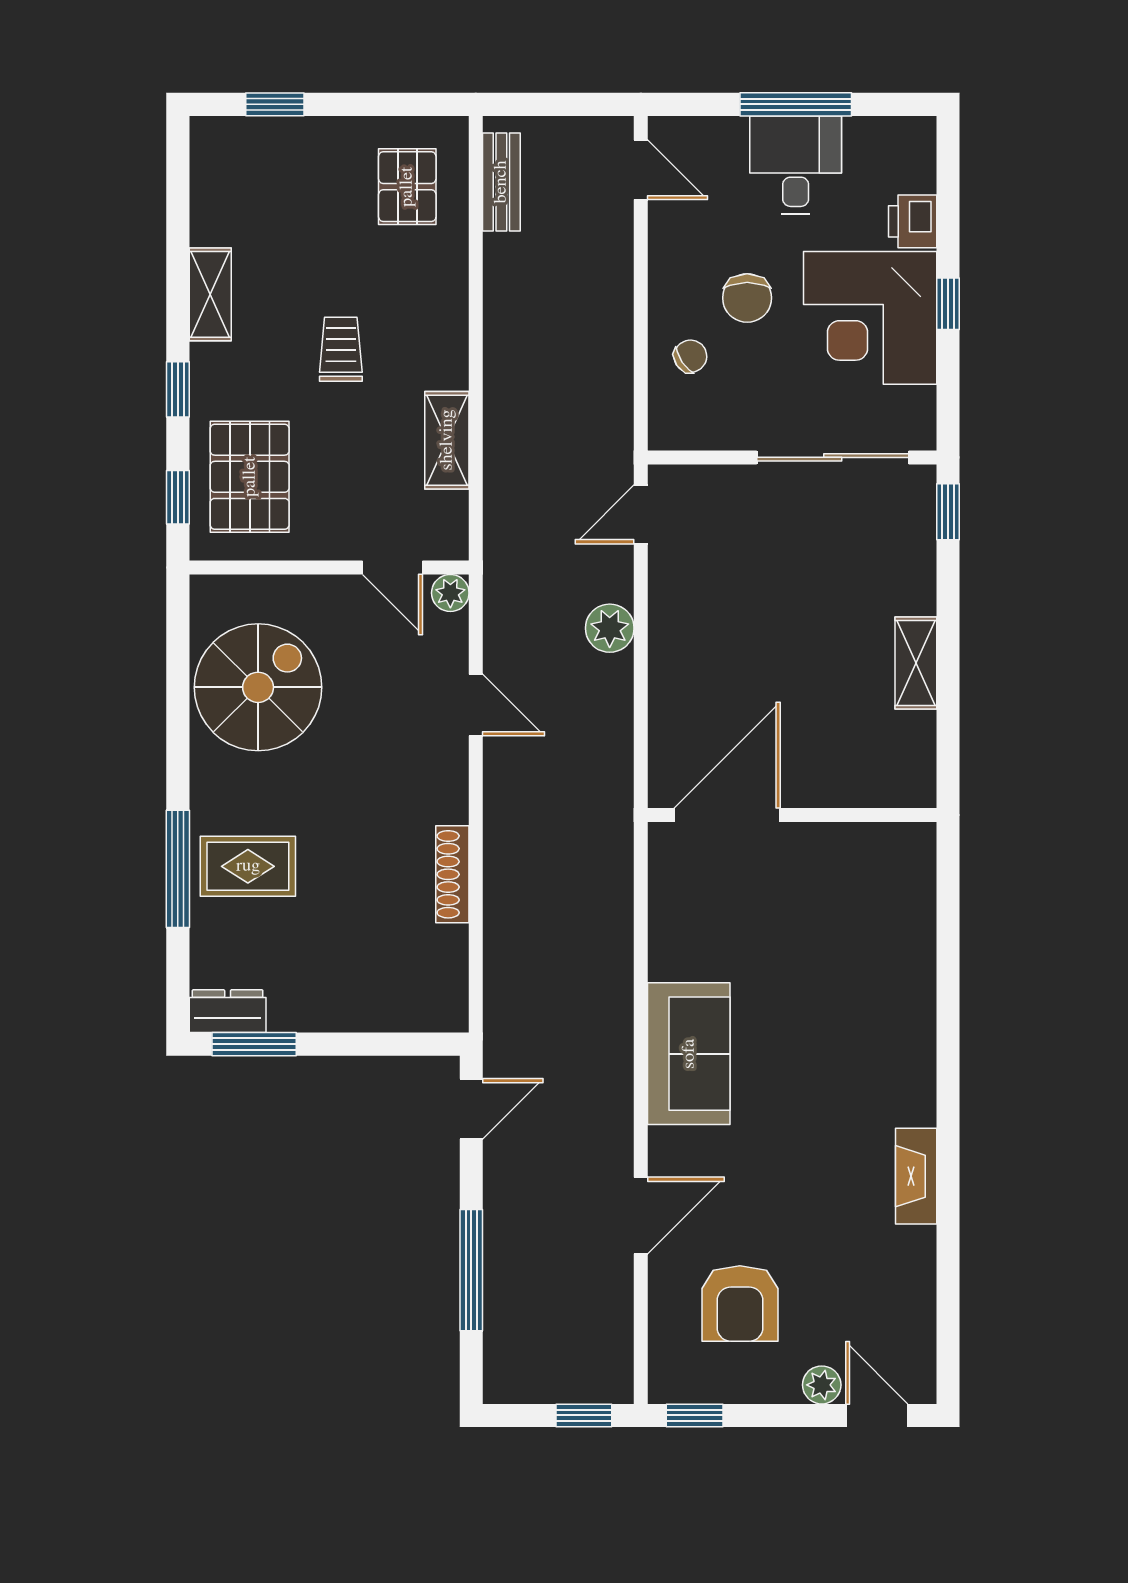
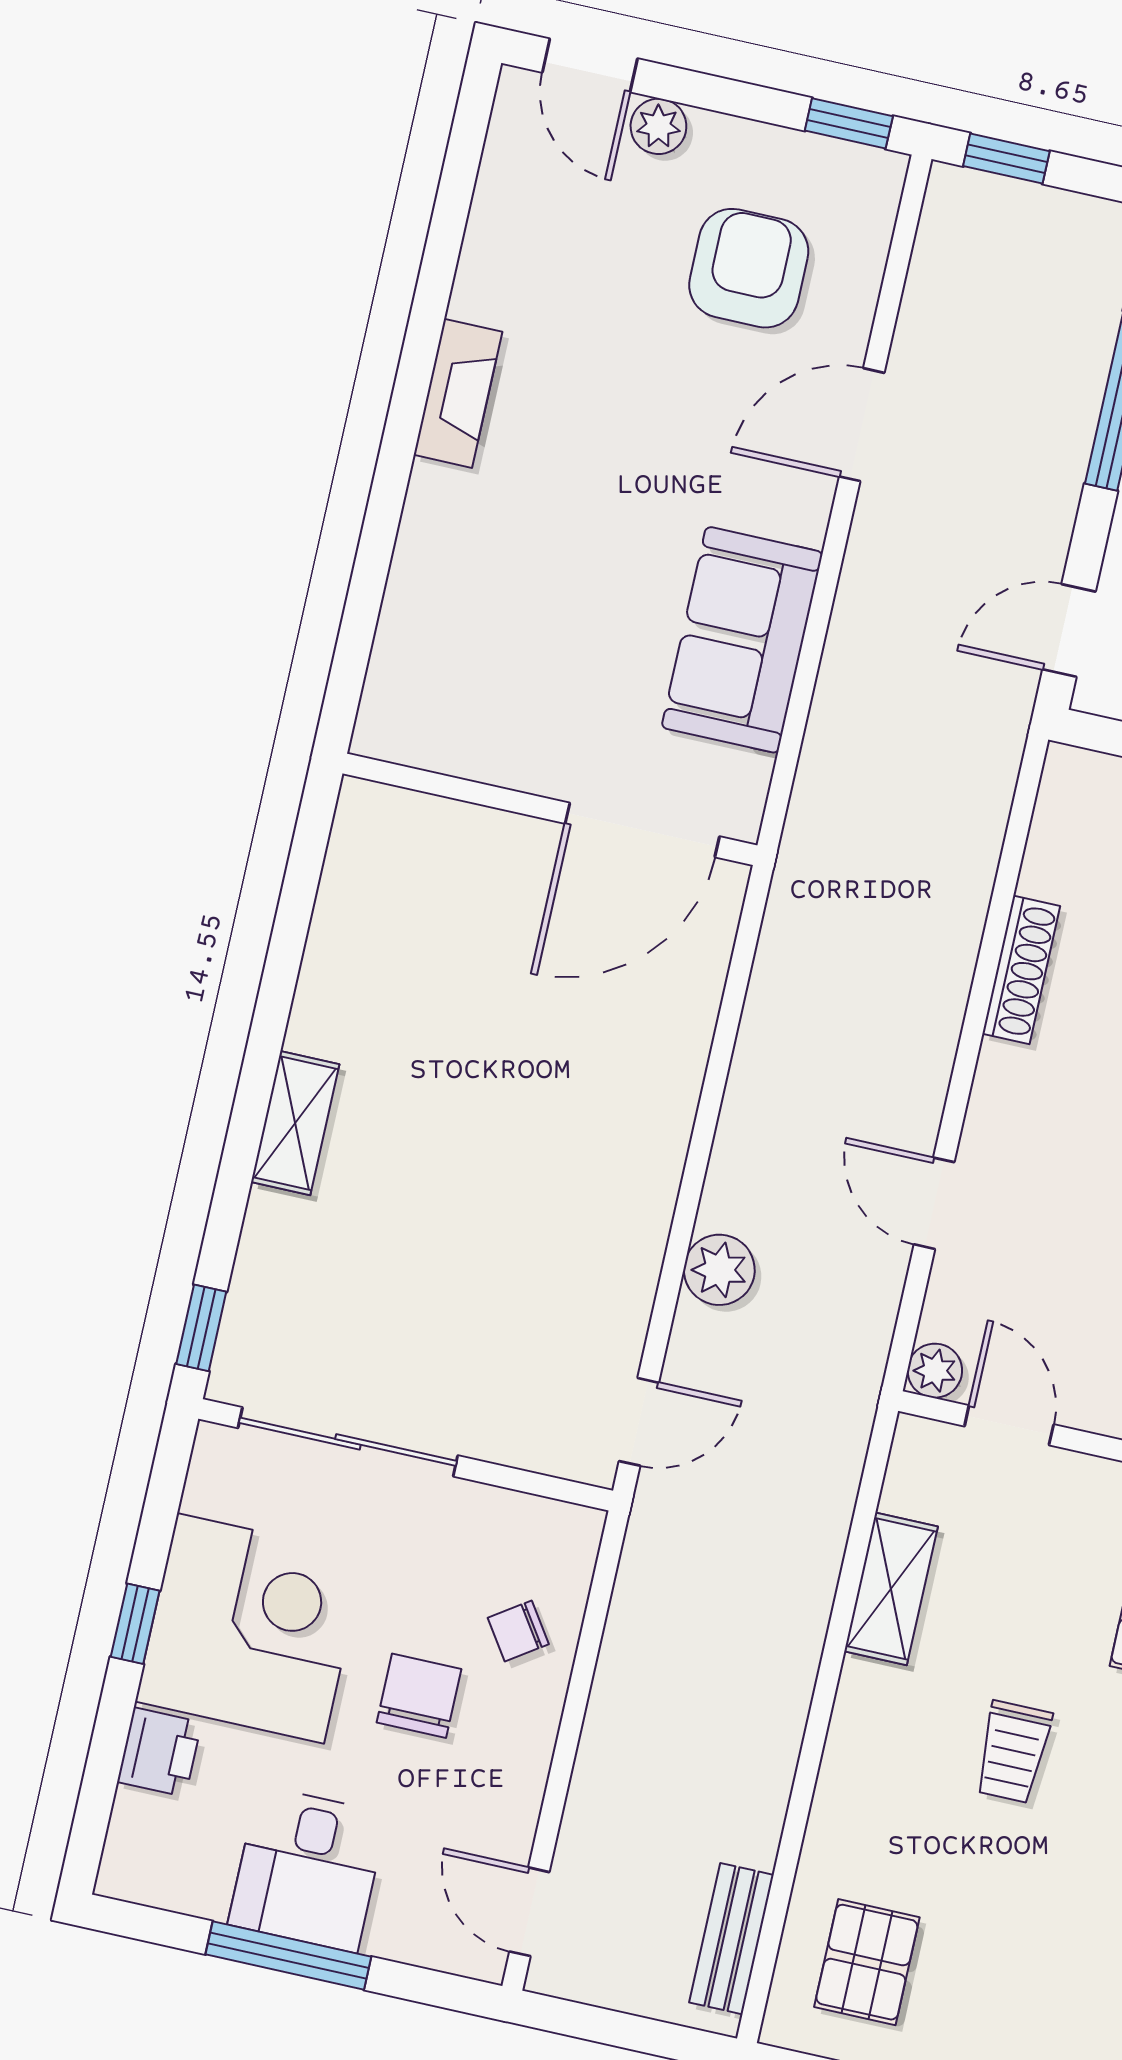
door: (727, 815) -> (642, 830), moved
wall: (792, 815) -> (550, 809), moved

